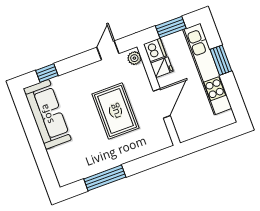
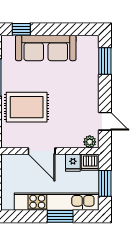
window: (47, 73) -> (105, 61), width x1.50
rug: (115, 111) -> (27, 107), moved
sofa: (47, 114) -> (46, 48), moved
window: (46, 169) -> (21, 29), added

